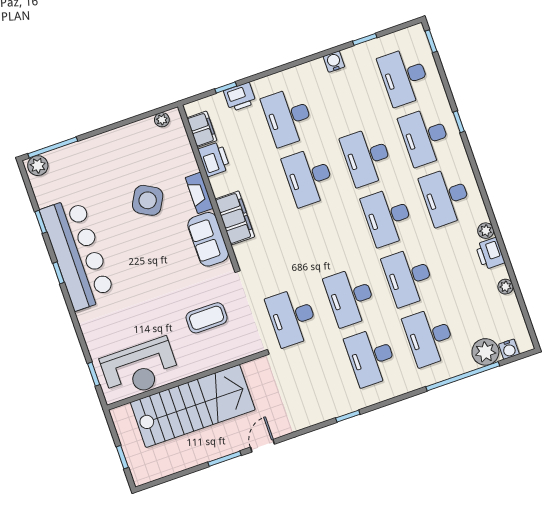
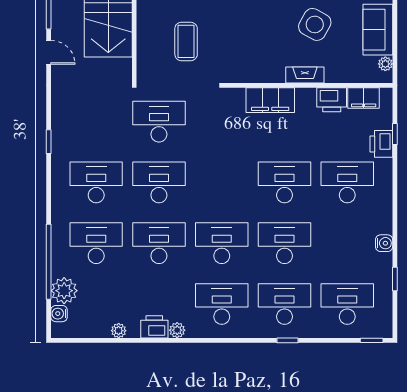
sofa: (208, 239) -> (378, 30), moved, turned -90

